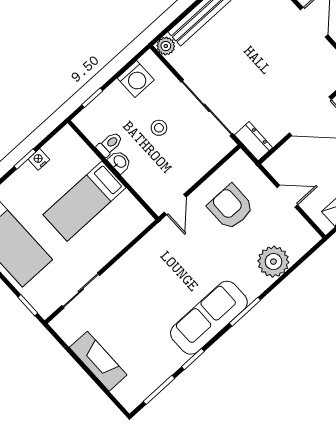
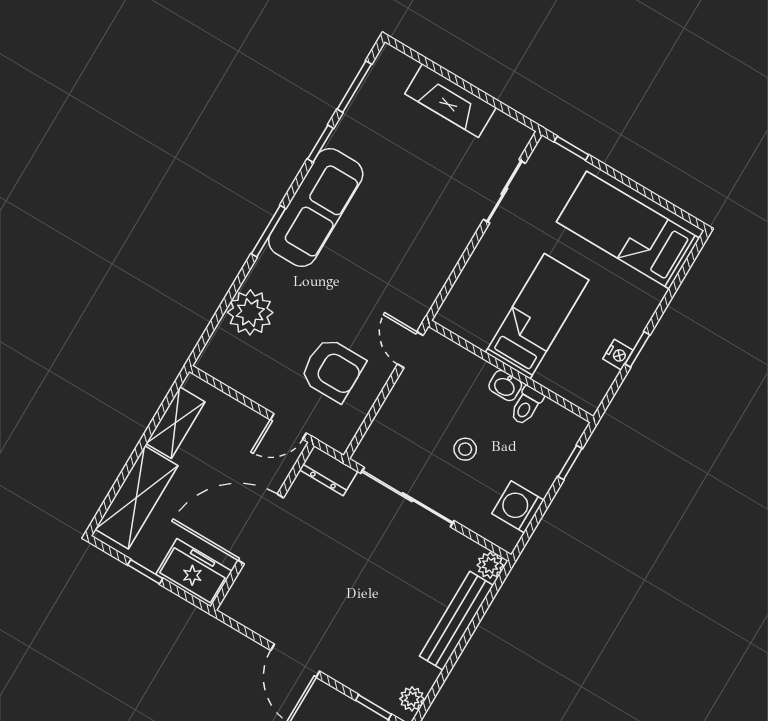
door: (287, 196) -> (288, 426), moved

